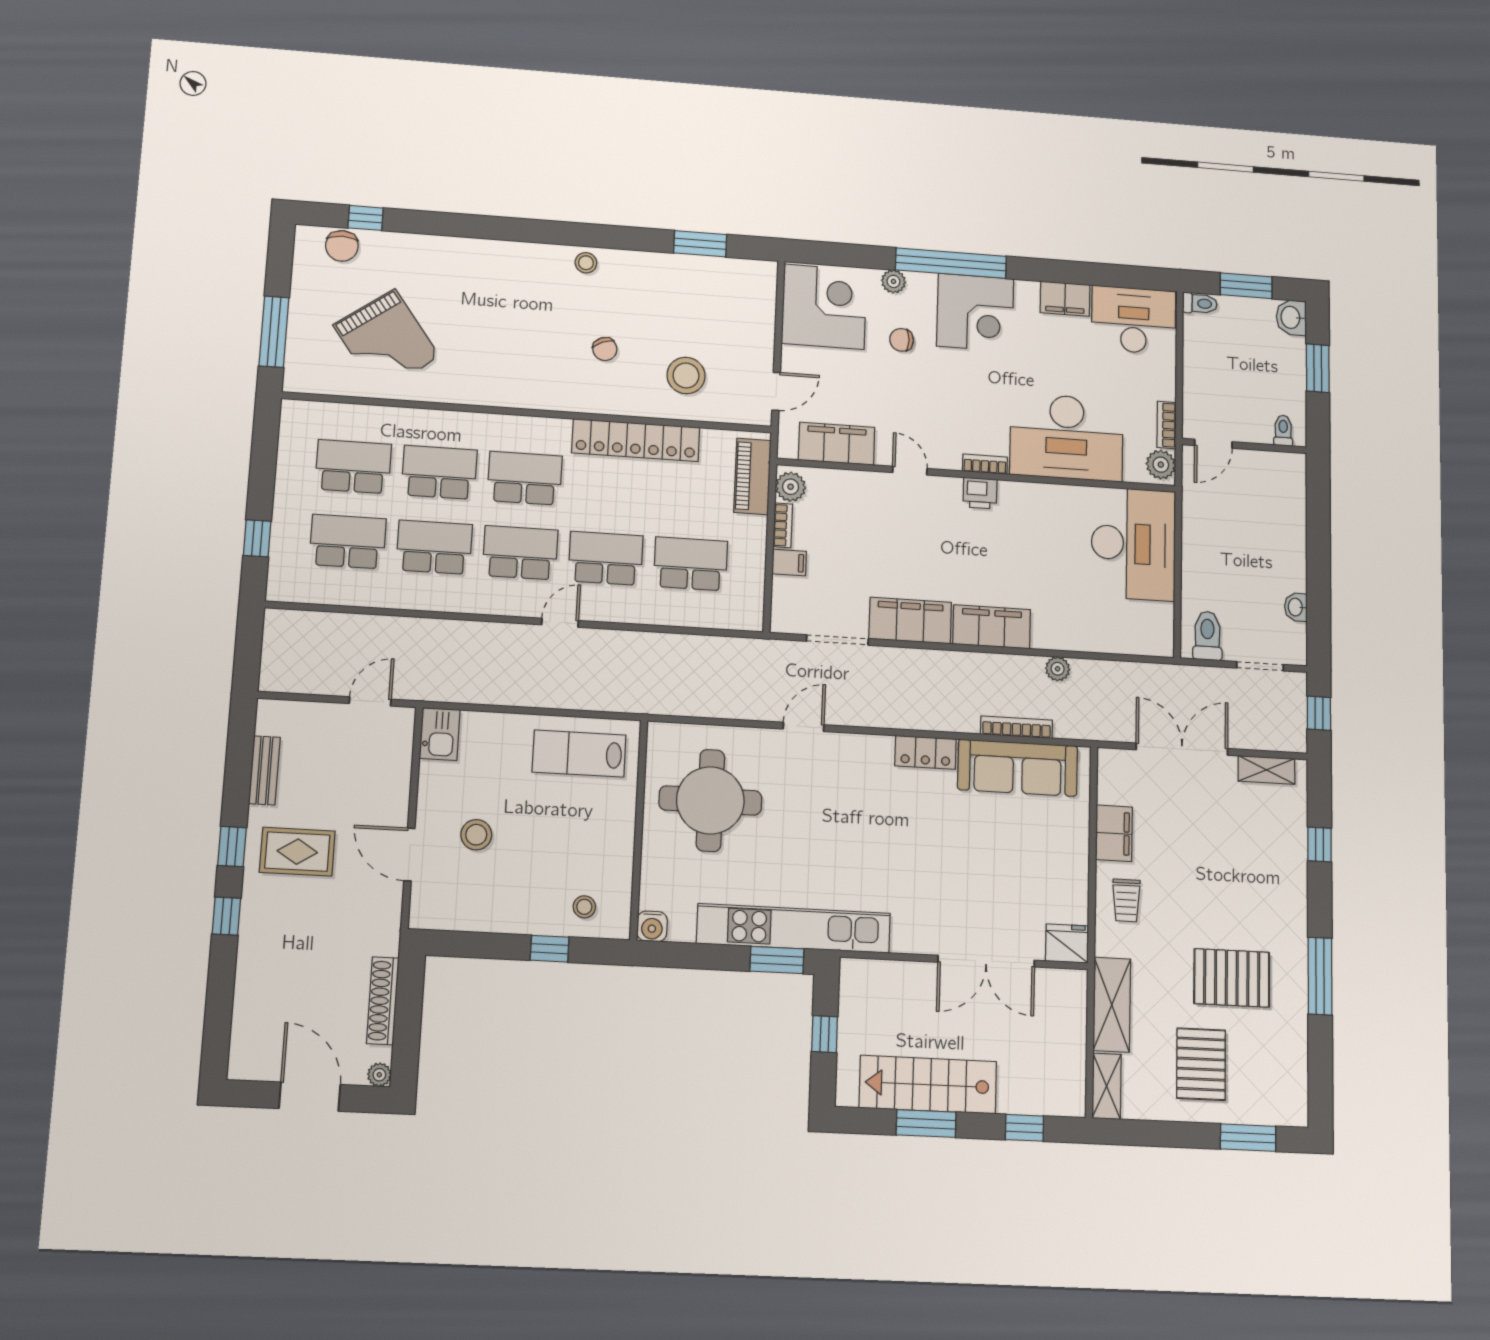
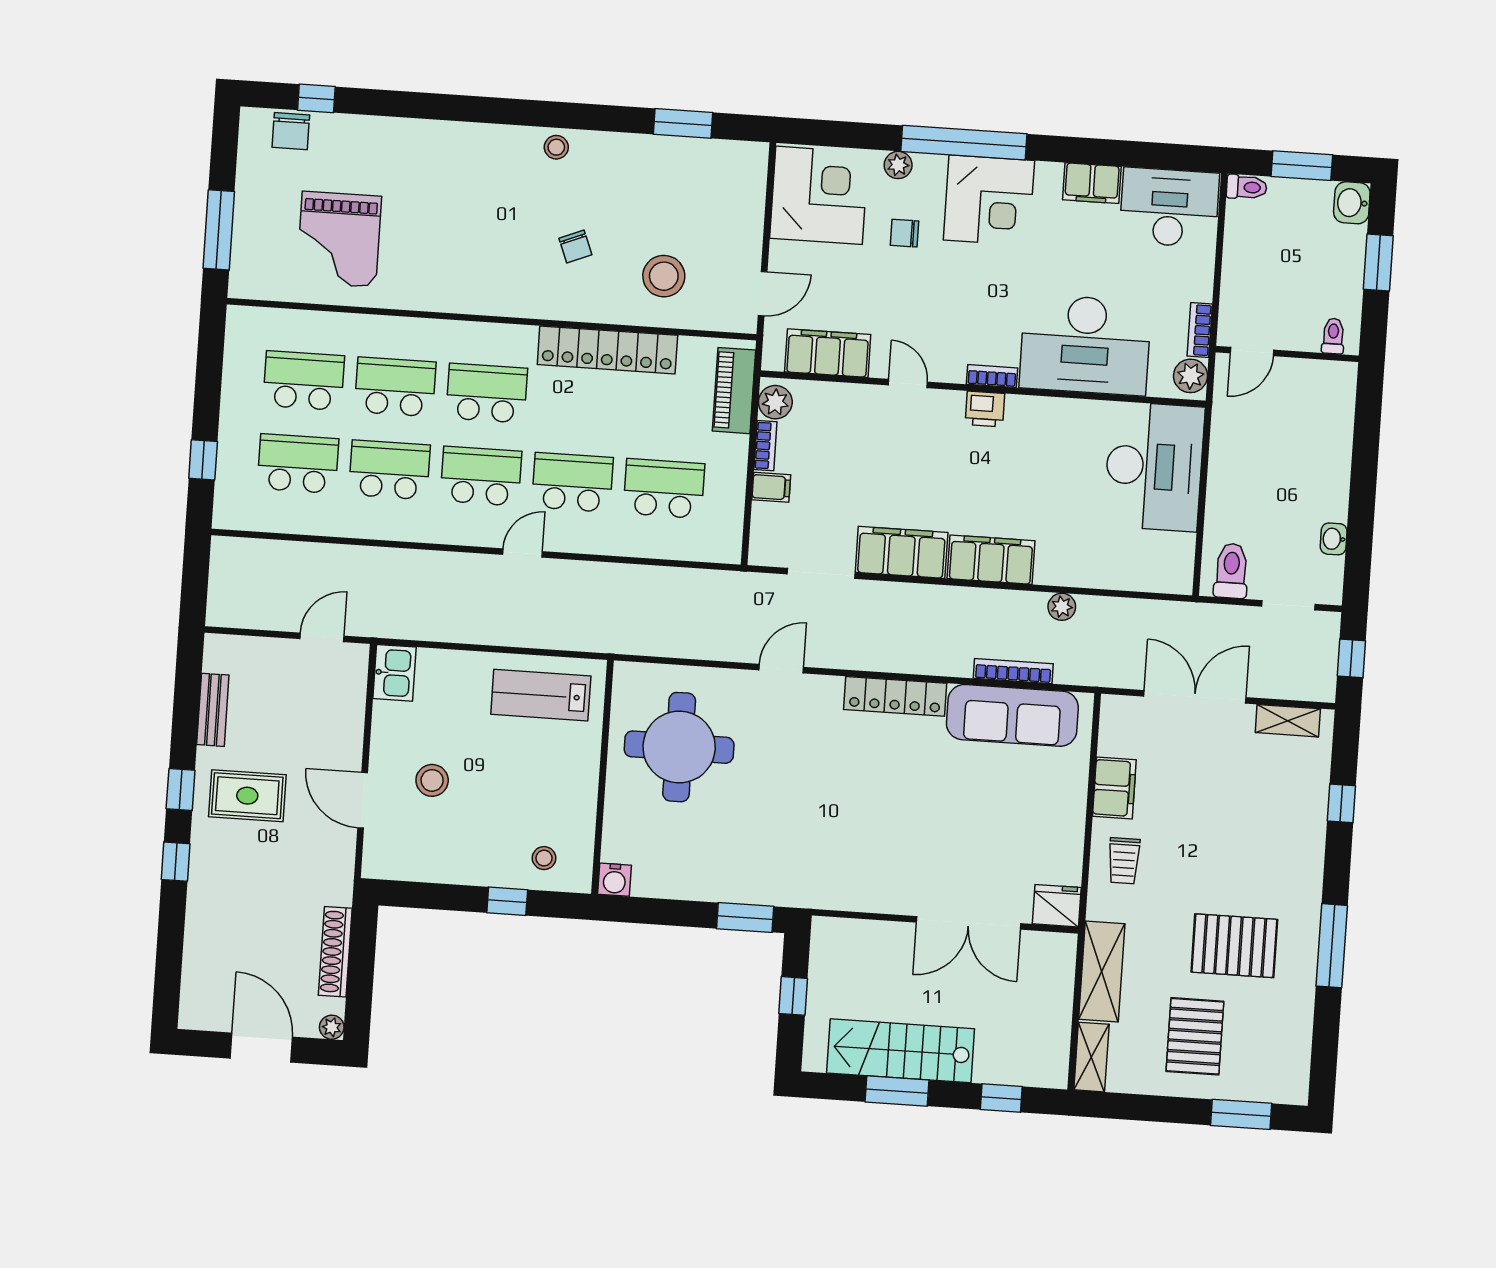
grand piano: (386, 341) -> (339, 239), turned 36
locker: (926, 752) -> (895, 696), width x1.53
kitchen unit: (794, 928) -> (764, 884), removed

